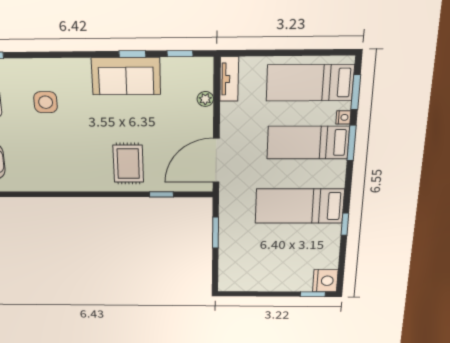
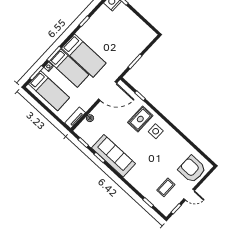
sofa: (126, 76) -> (113, 156), width x1.36
side table: (46, 102) -> (156, 131), moved
bed: (299, 206) -> (84, 56), moved

